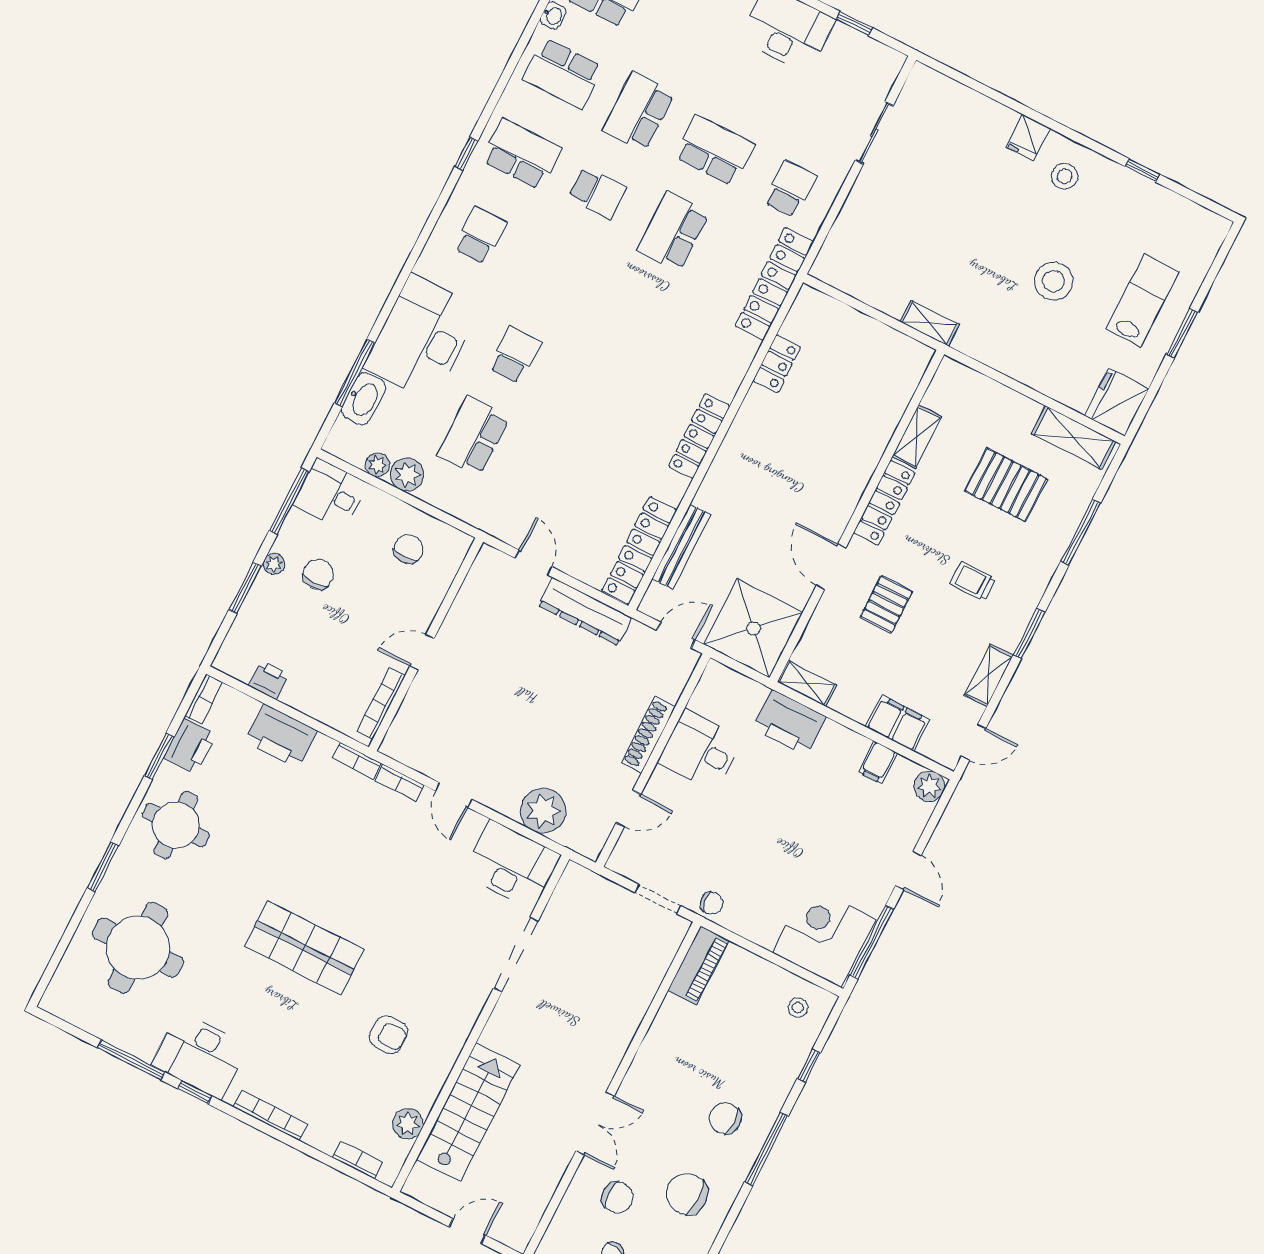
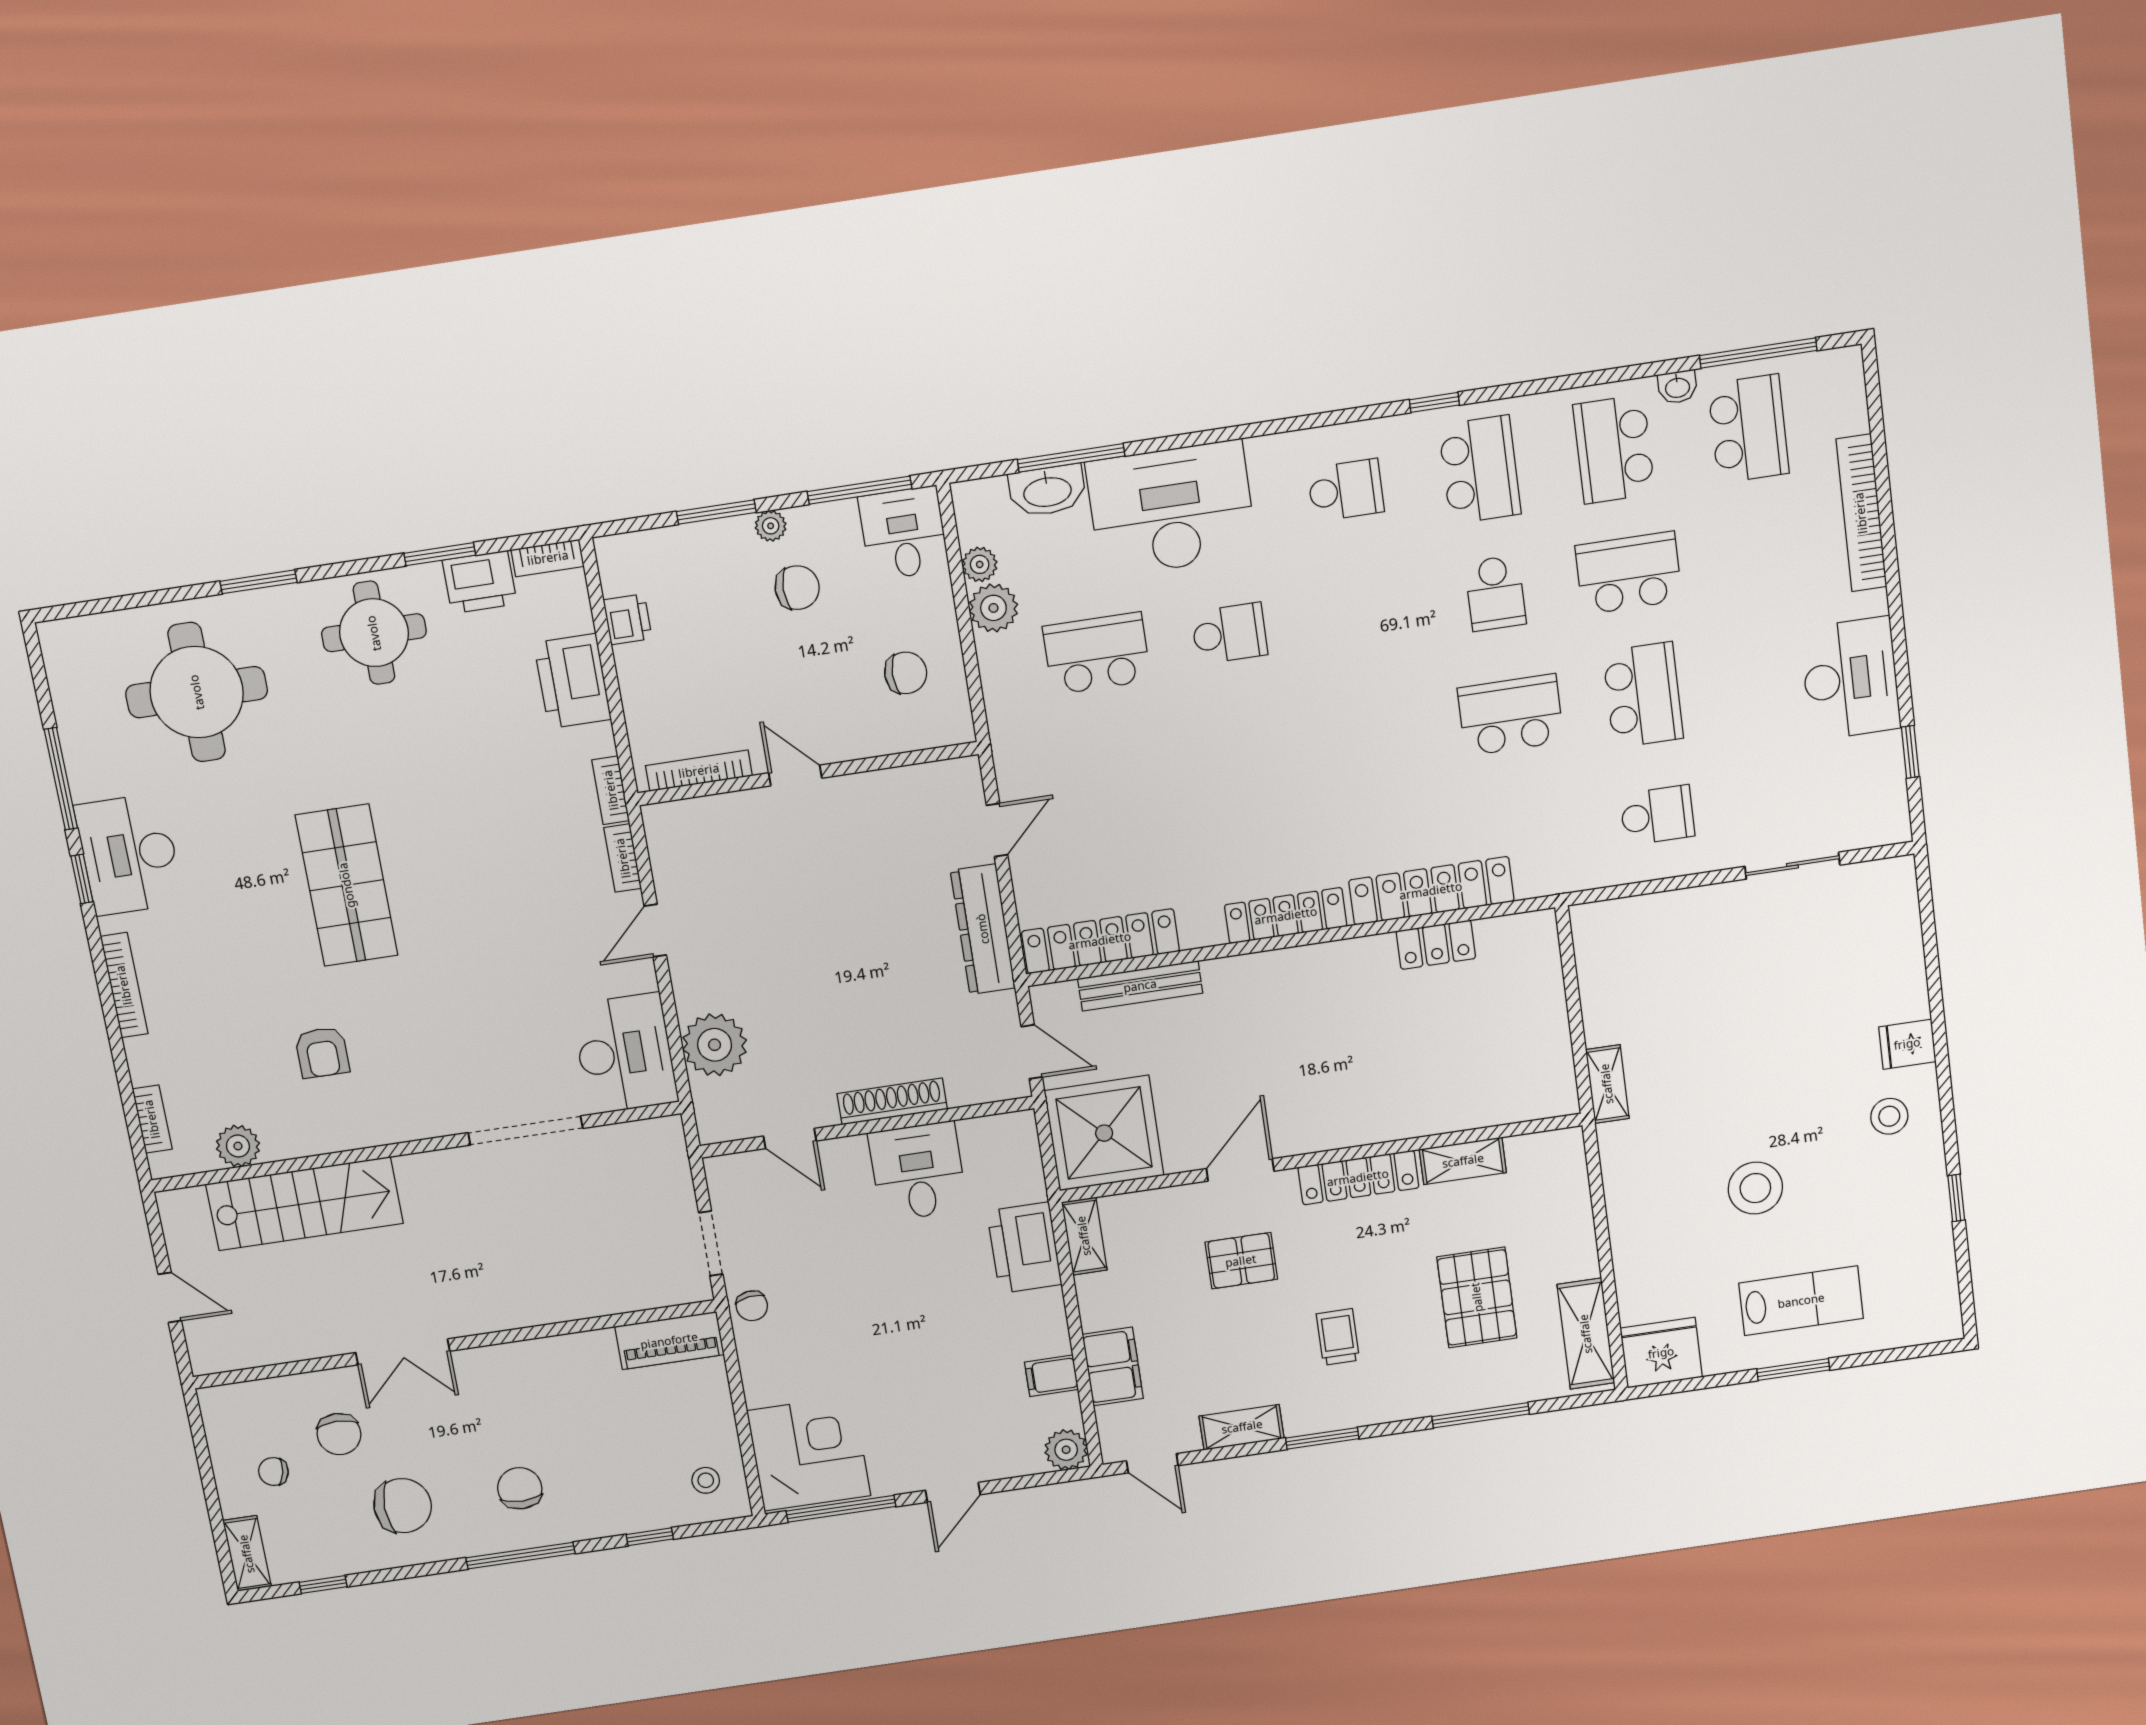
locker: (774, 284) -> (1431, 891), moved
chair: (687, 1194) -> (403, 1506), turned 90

